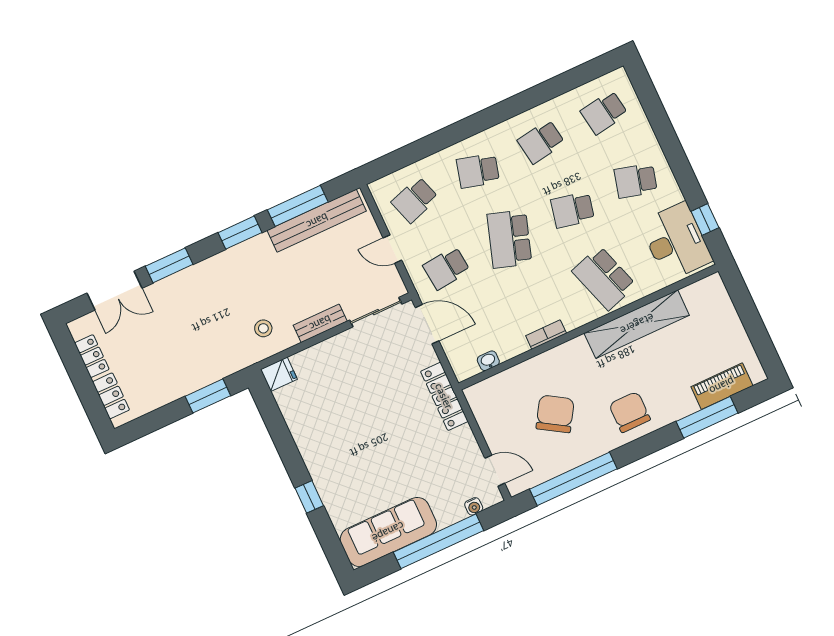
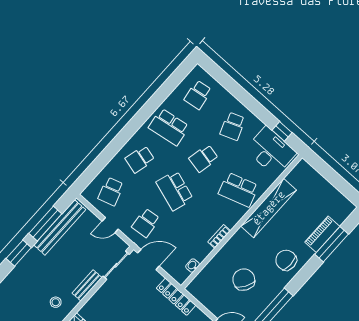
school desk: (541, 142) -> (169, 127), width x1.85
school desk: (636, 181) -> (233, 126), turned -36
piano: (722, 386) -> (322, 234), moved

